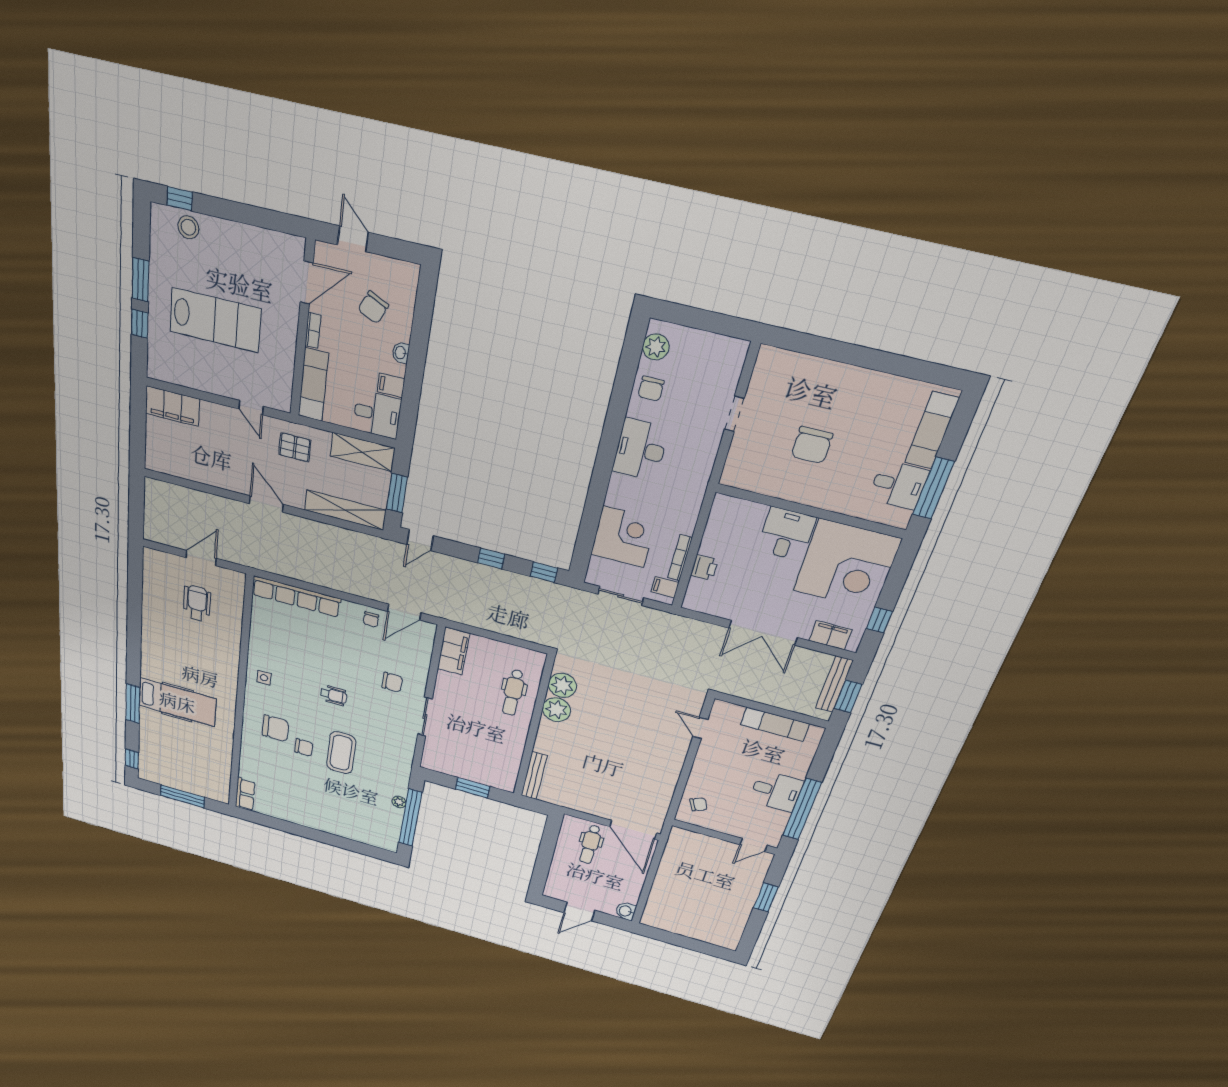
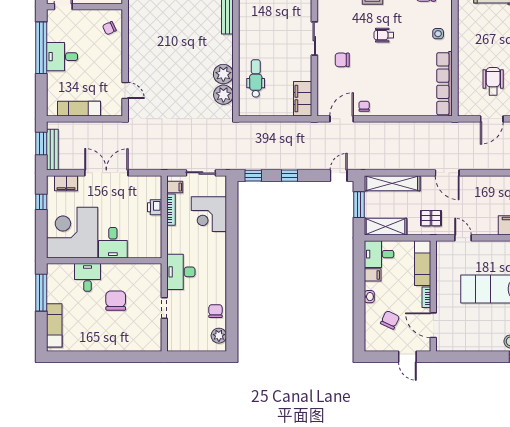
door: (307, 283) -> (433, 325), hinge flipped
desk: (640, 449) -> (181, 272), moved, turned 180
desk: (899, 485) -> (87, 277), moved, turned 90
row of seats: (296, 596) -> (444, 84), moved, turned -90
wheelchair: (197, 603) -> (493, 81), turned 180

